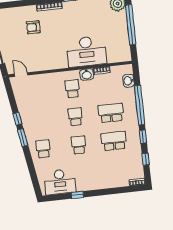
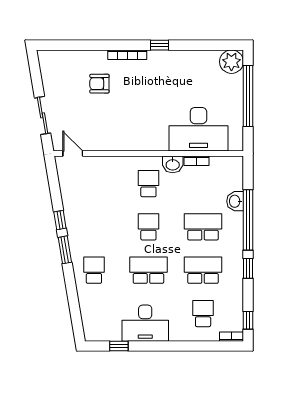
desk: (86, 51) -> (198, 129), moved
washbasin: (128, 81) -> (235, 201), moved
school desk: (79, 145) -> (148, 270), width x1.85
window: (146, 159) -> (248, 320), moved
school desk: (117, 169) -> (203, 314), added
desk: (60, 182) -> (145, 323), moved
window: (77, 195) -> (119, 346), moved

